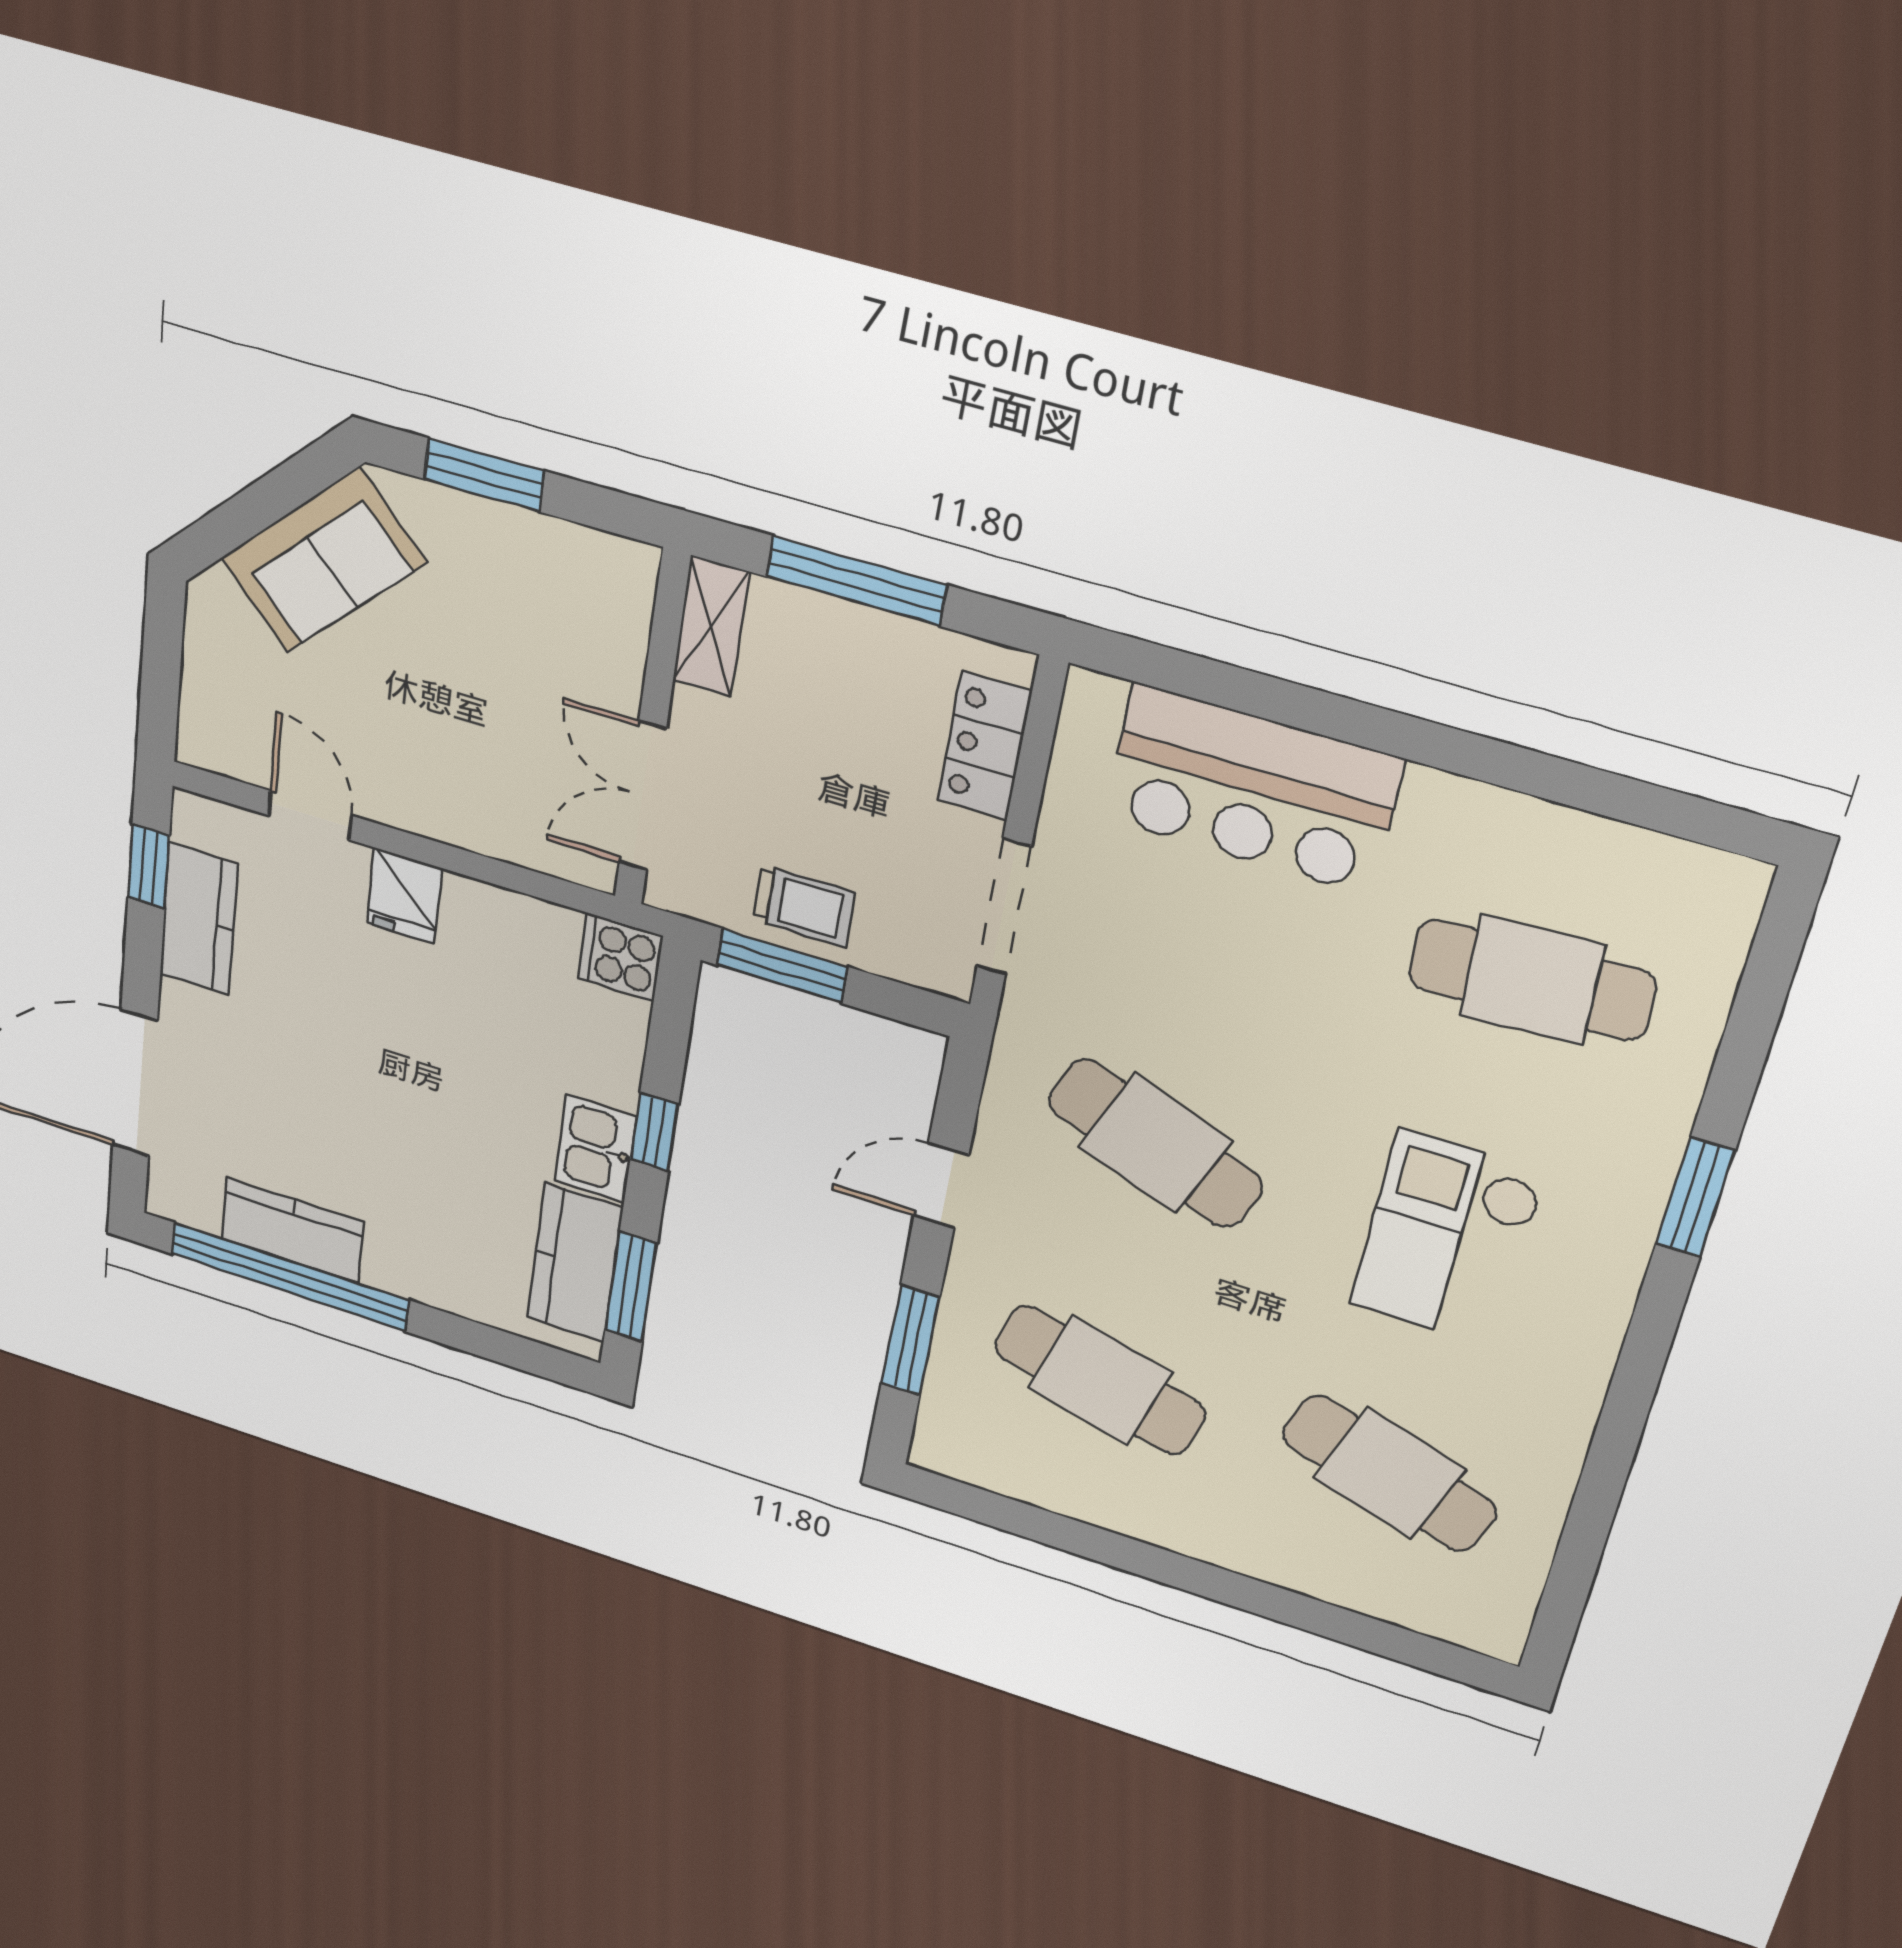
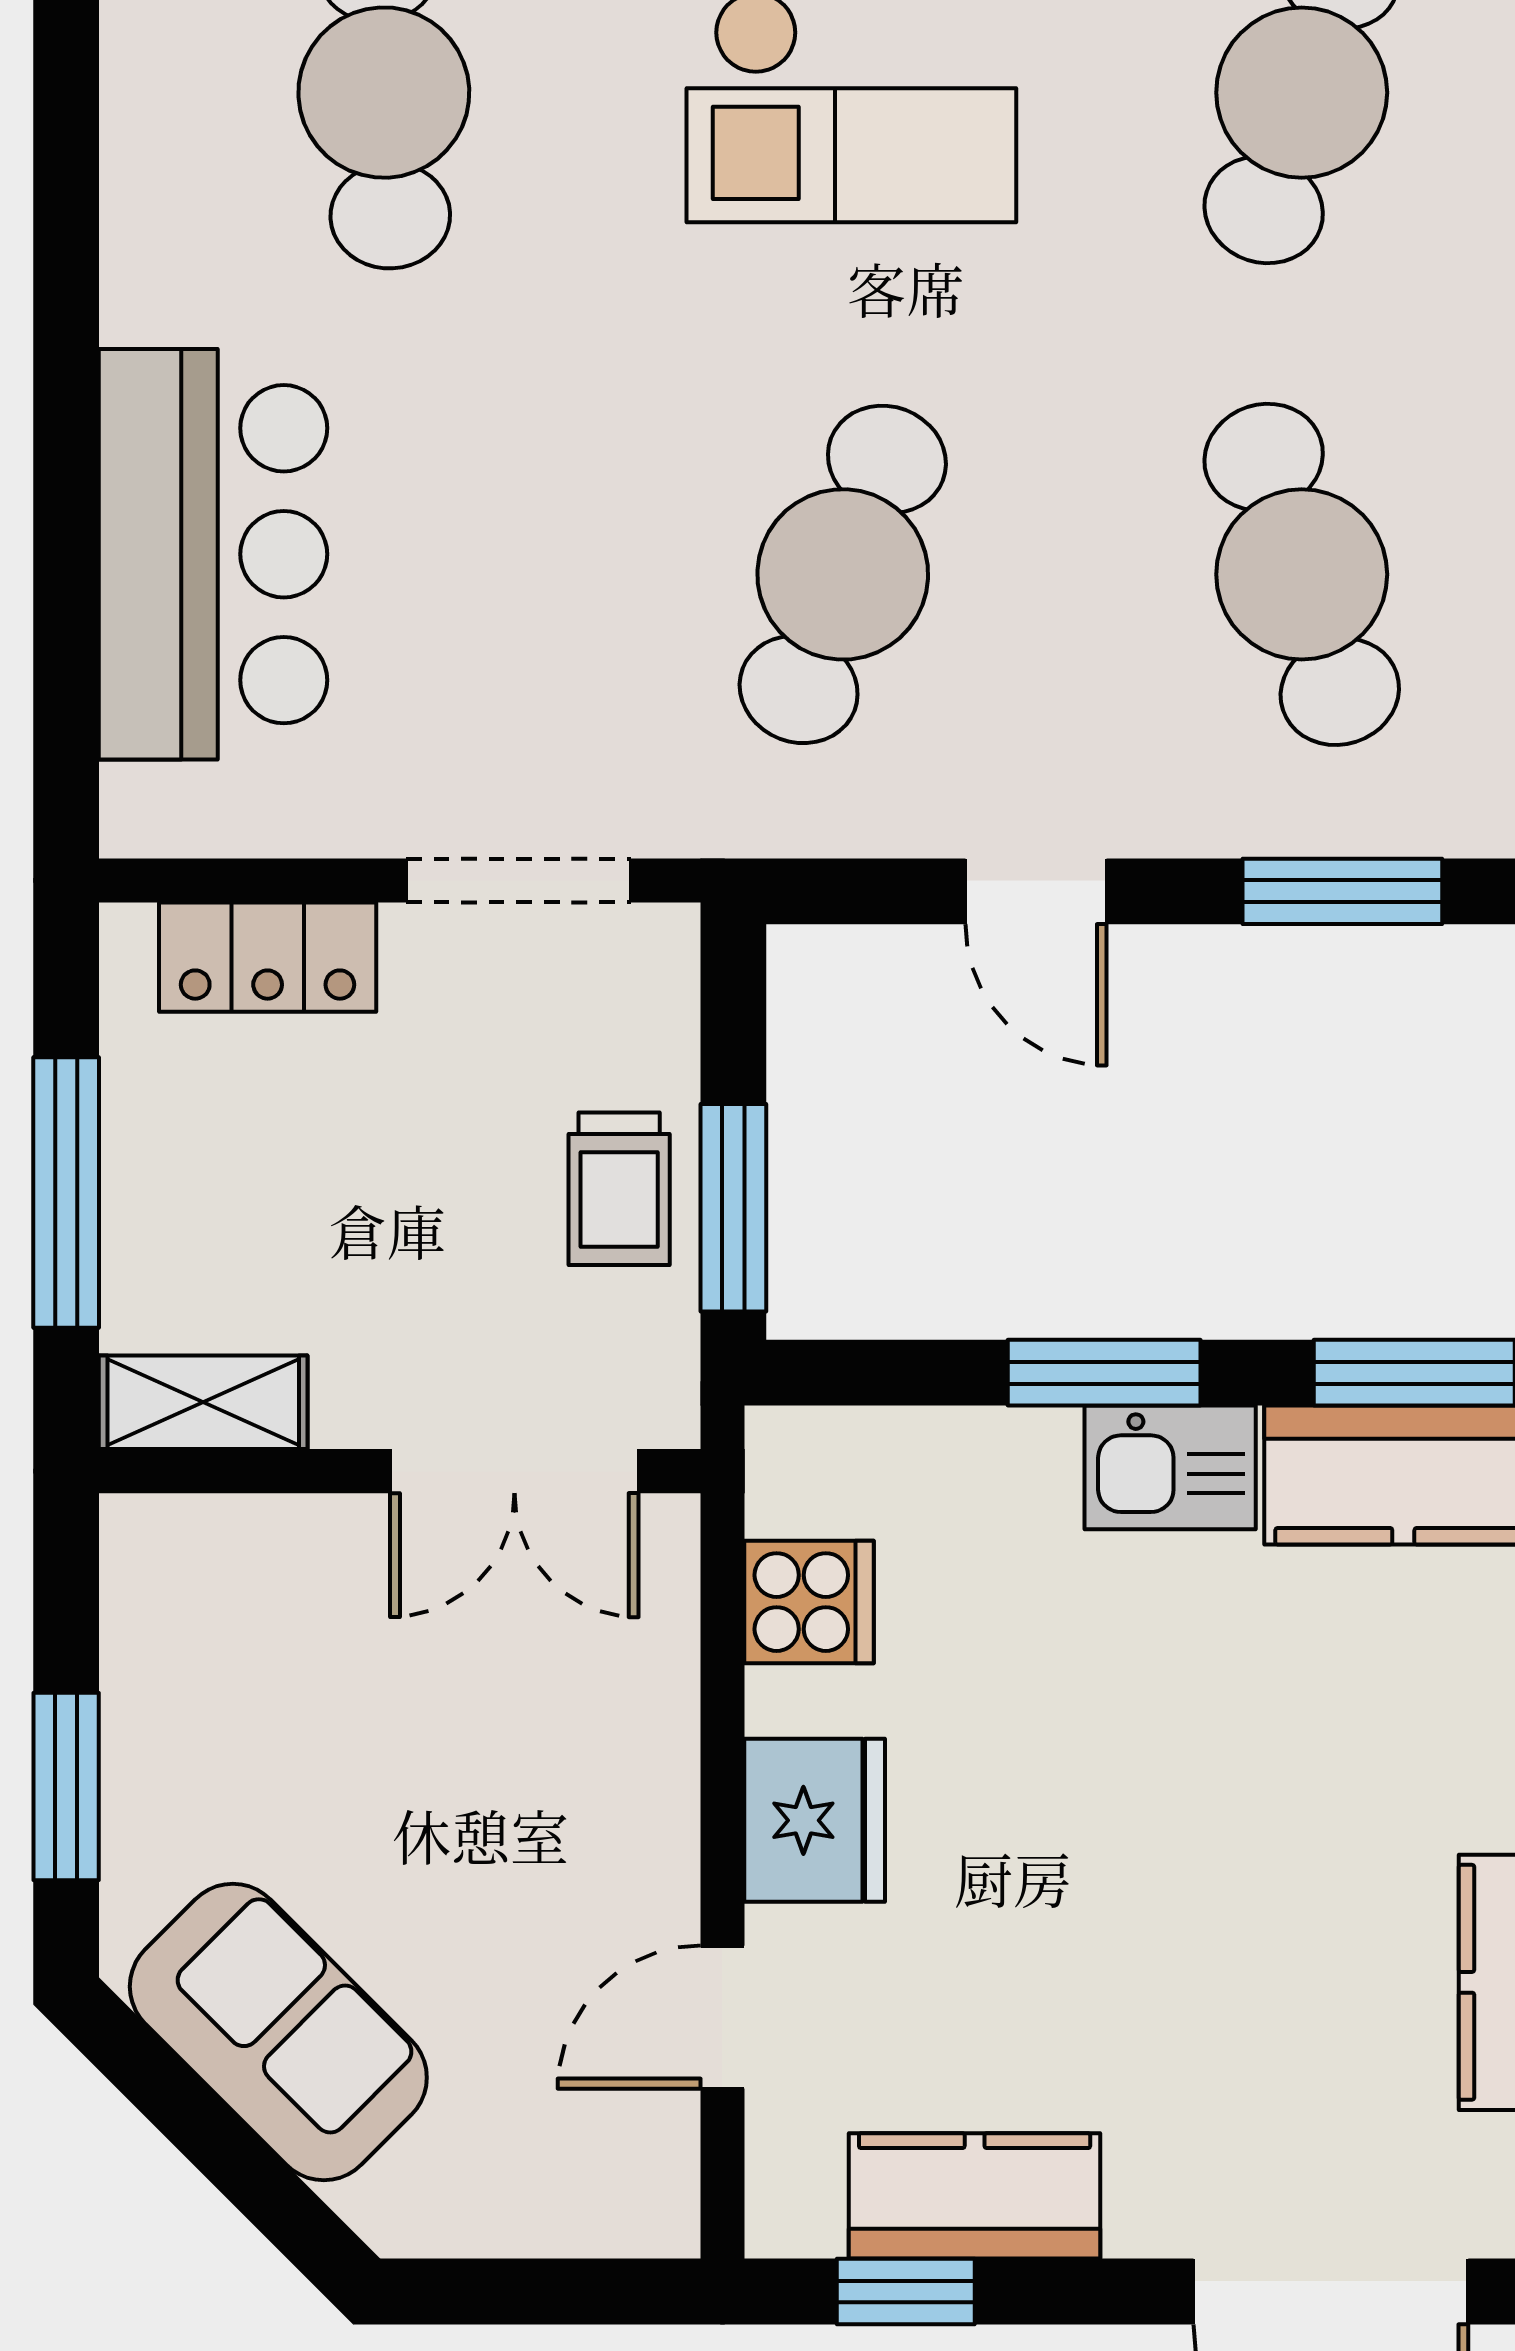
fridge: (404, 896) -> (815, 1820), width x1.38
trolley: (804, 906) -> (619, 1189), turned 180
cooker: (620, 957) -> (809, 1602), moved, turned -90
window: (654, 1132) -> (1104, 1373), width x1.50
cafe table: (1100, 1380) -> (1302, 574), turned -33

